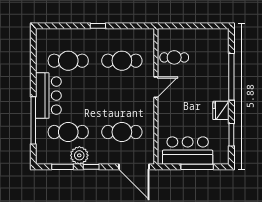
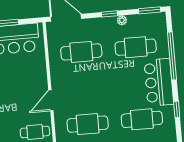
window: (33, 68) -> (177, 109), added
plant: (79, 155) -> (122, 20), width x0.53, depth x0.53
window: (62, 167) -> (150, 10), moved

